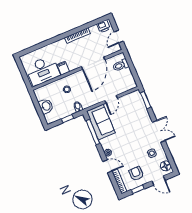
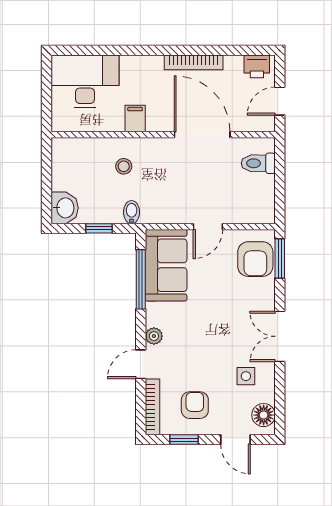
door: (93, 63) -> (202, 135), swing flipped
desk: (43, 71) -> (85, 81), moved, turned 180
armchair: (136, 104) -> (255, 259), added
washbasin: (46, 106) -> (65, 208), moved
double door: (159, 131) -> (280, 336), swing flipped
door: (107, 166) -> (141, 364), swing flipped

